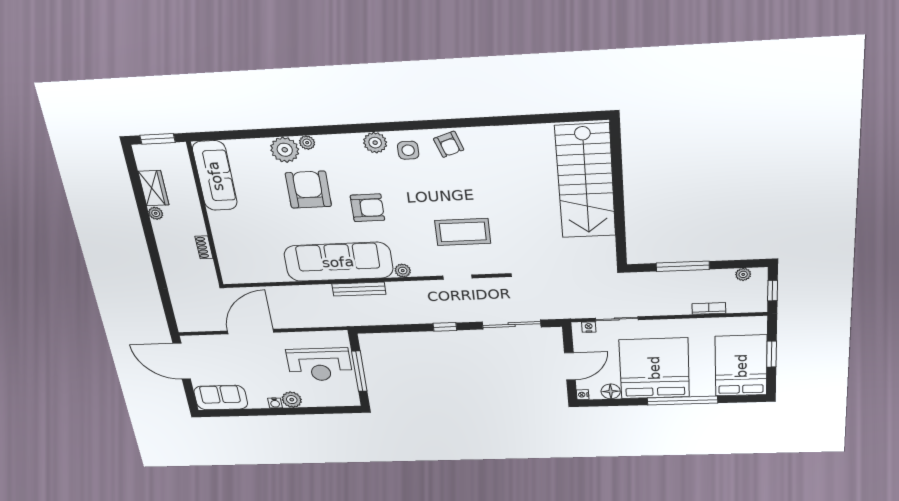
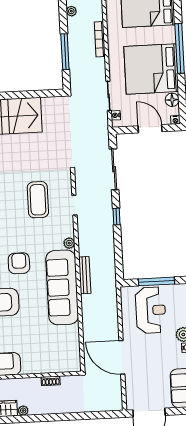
bookcase: (709, 308) -> (100, 39), width x1.56

